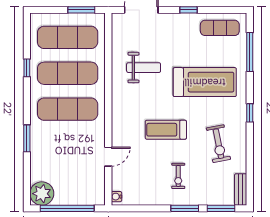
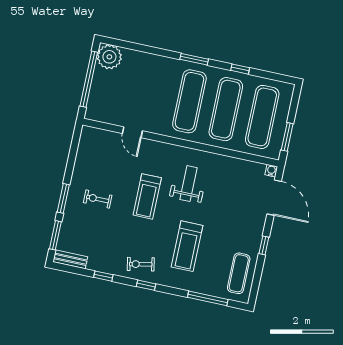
weight bench: (144, 68) -> (189, 184), moved, turned 180
treadmill: (205, 82) -> (187, 246), width x0.73, depth x0.73
treadmill: (166, 130) -> (147, 196), turned 180
window: (27, 138) -> (194, 59), moved
exercise bike: (218, 144) -> (141, 264), moved, width x0.73, depth x0.72
window: (250, 155) -> (103, 276), added
water cooler: (116, 197) -> (271, 171), moved

